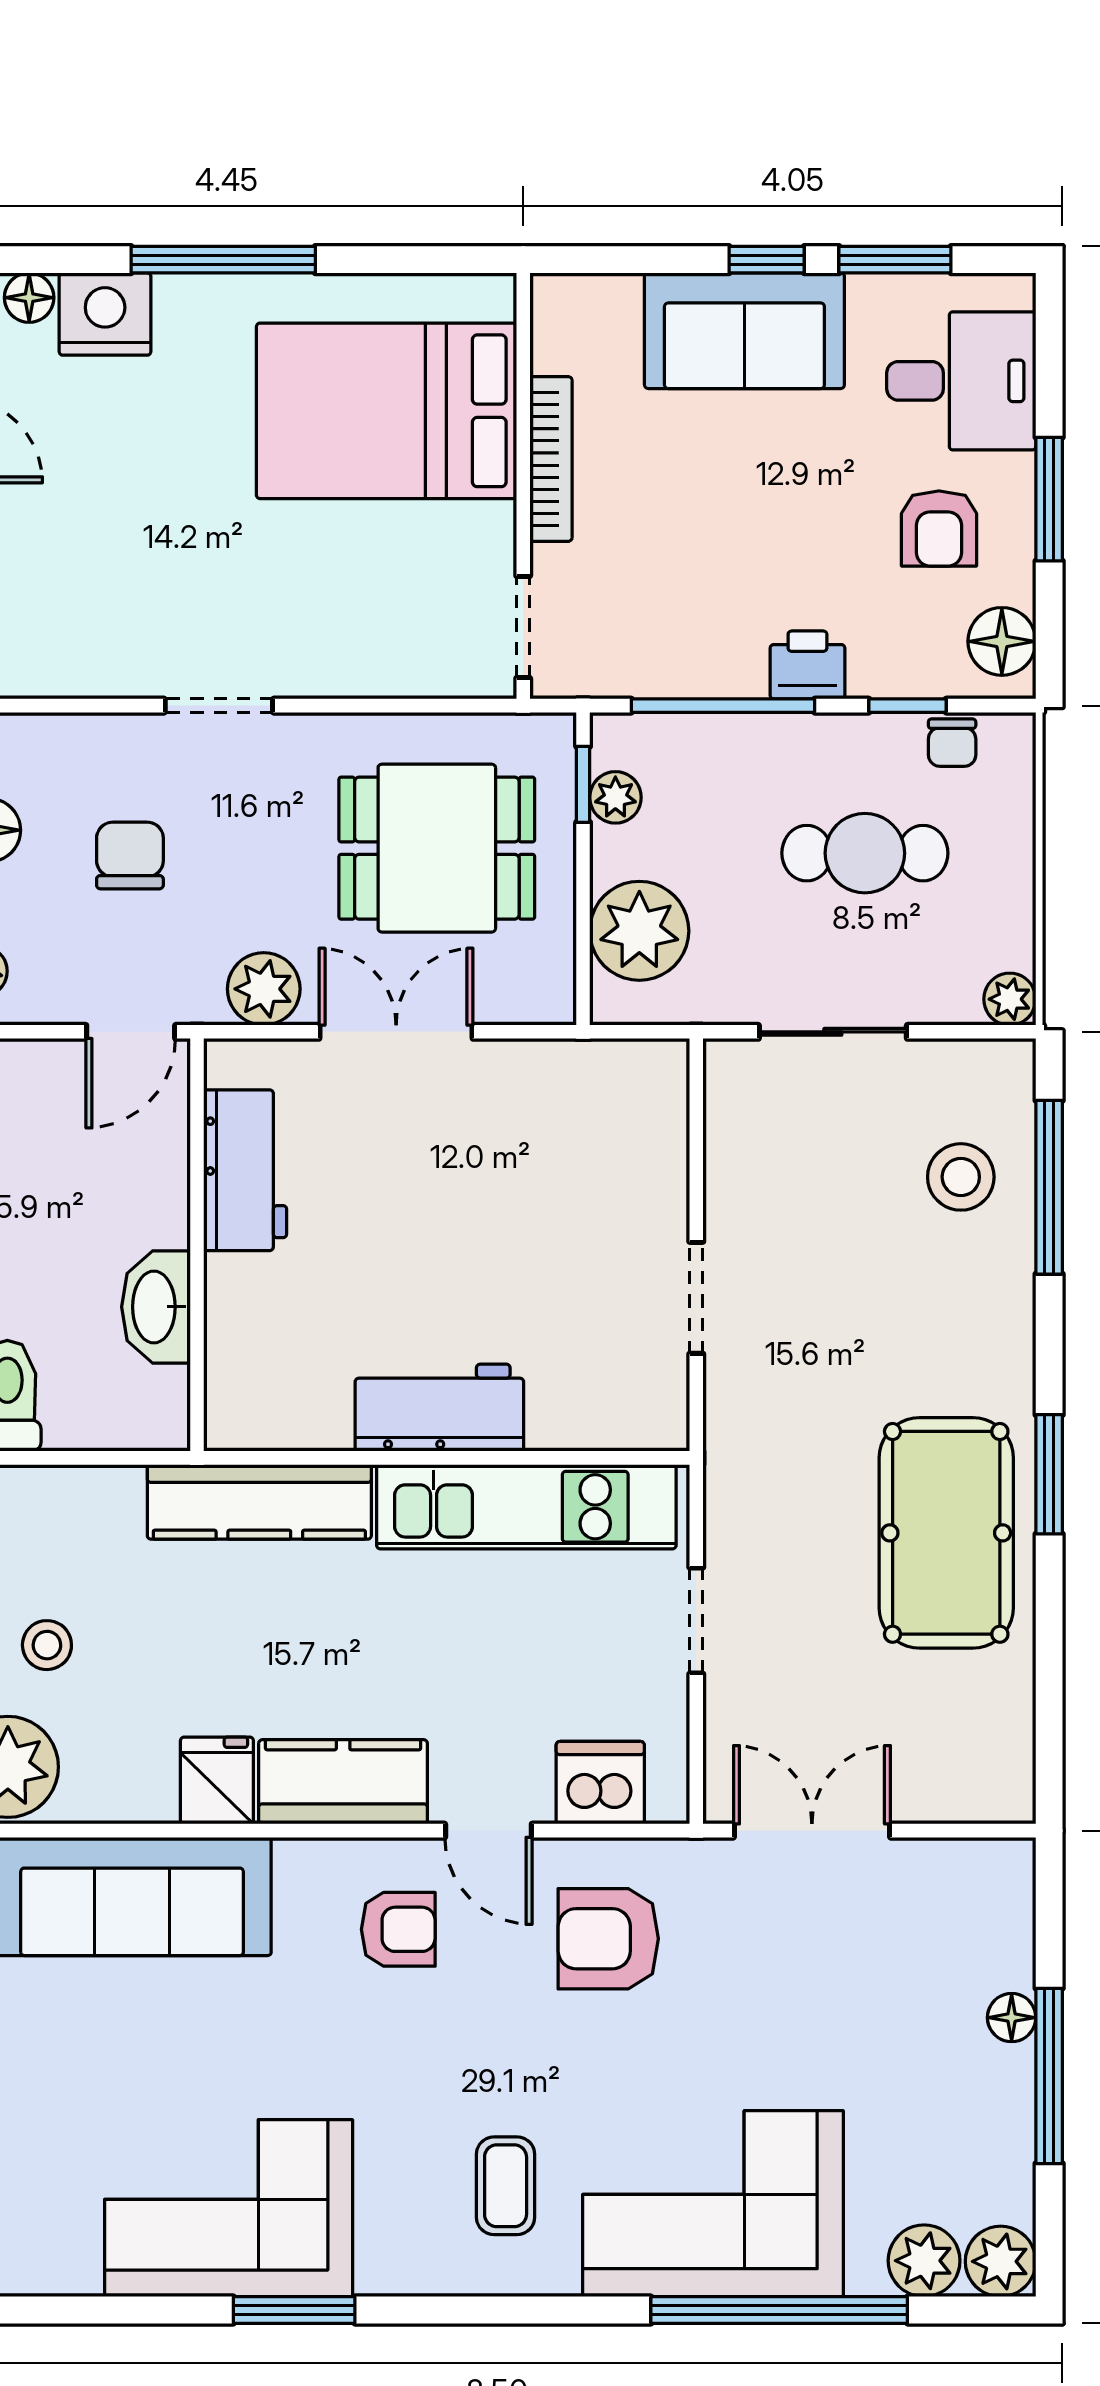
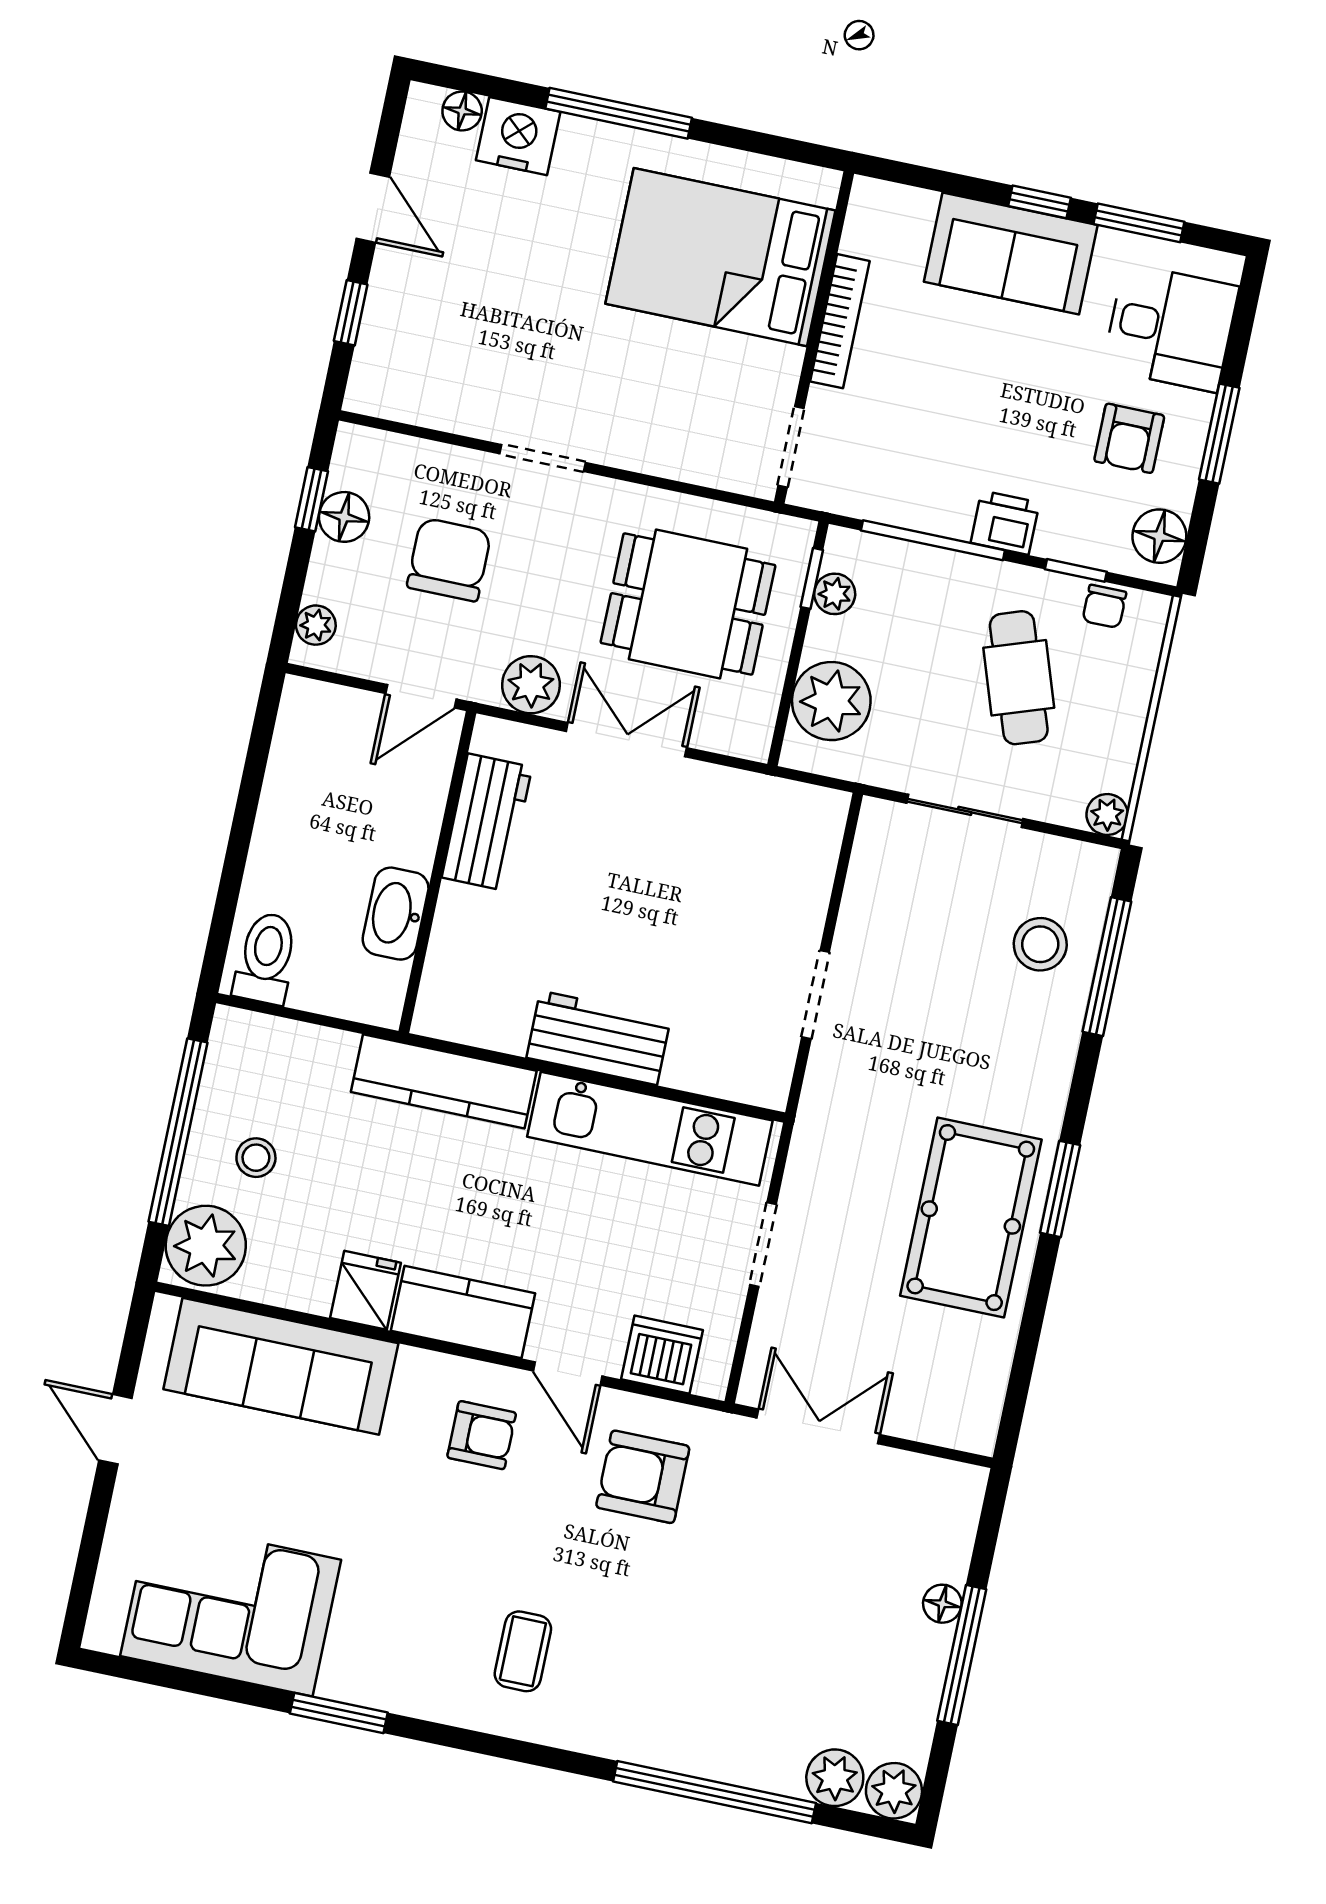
cafe table: (865, 853) -> (1019, 678), turned 71
chair: (130, 855) -> (449, 560), width x1.37, depth x1.37
corner sofa: (713, 2204) -> (681, 1699), removed
corner sofa: (229, 2208) -> (231, 1608), moved

